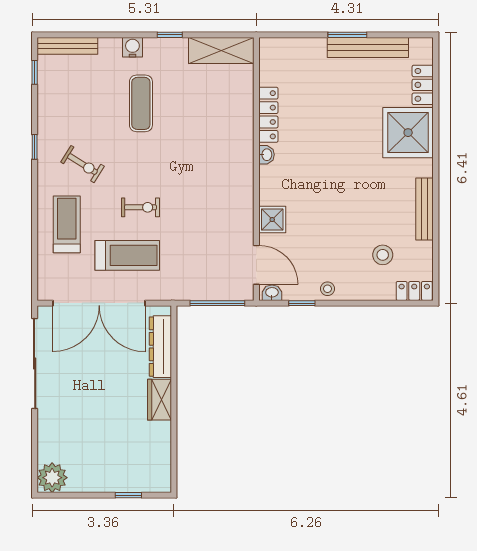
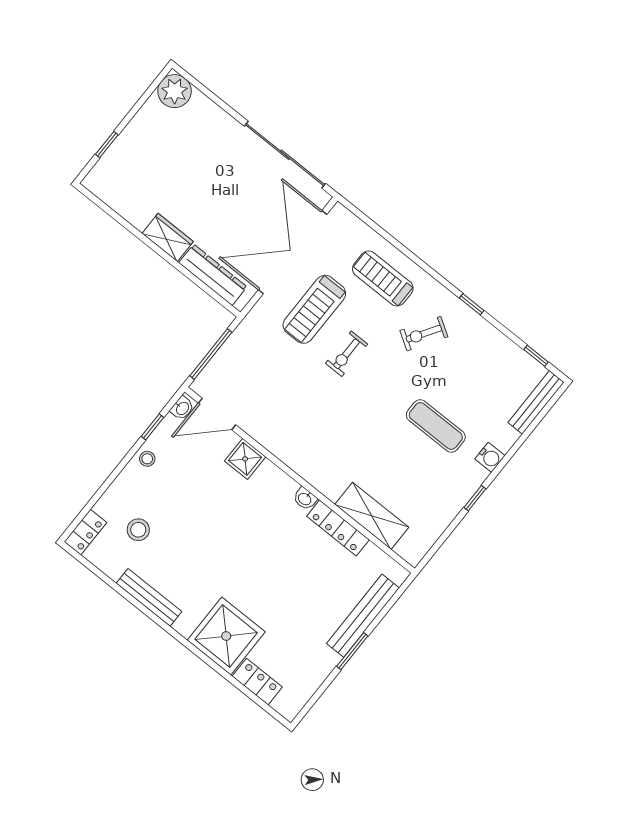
bench: (368, 48) -> (363, 616), moved
shelving: (221, 51) -> (372, 516), moved, turned 90
treadmill: (67, 224) -> (383, 278), turned 180

